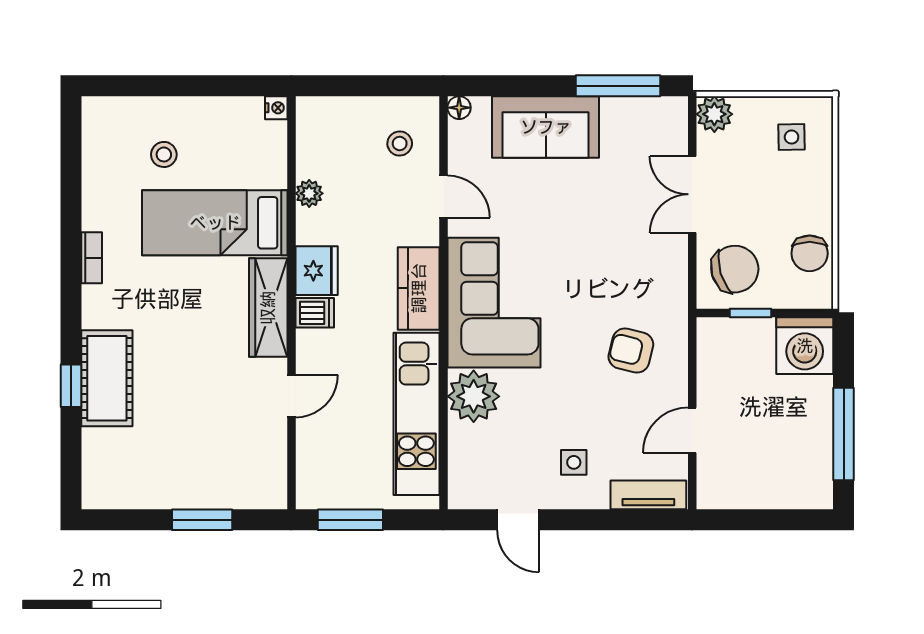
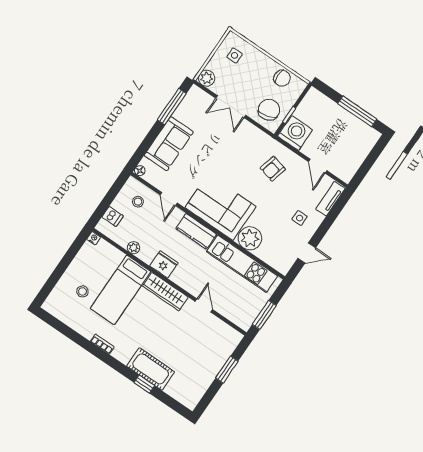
door: (443, 197) -> (169, 199), swing flipped
dishwasher: (315, 313) -> (113, 216), moved, turned 90
washing machine: (805, 346) -> (295, 133), moved, turned -90

